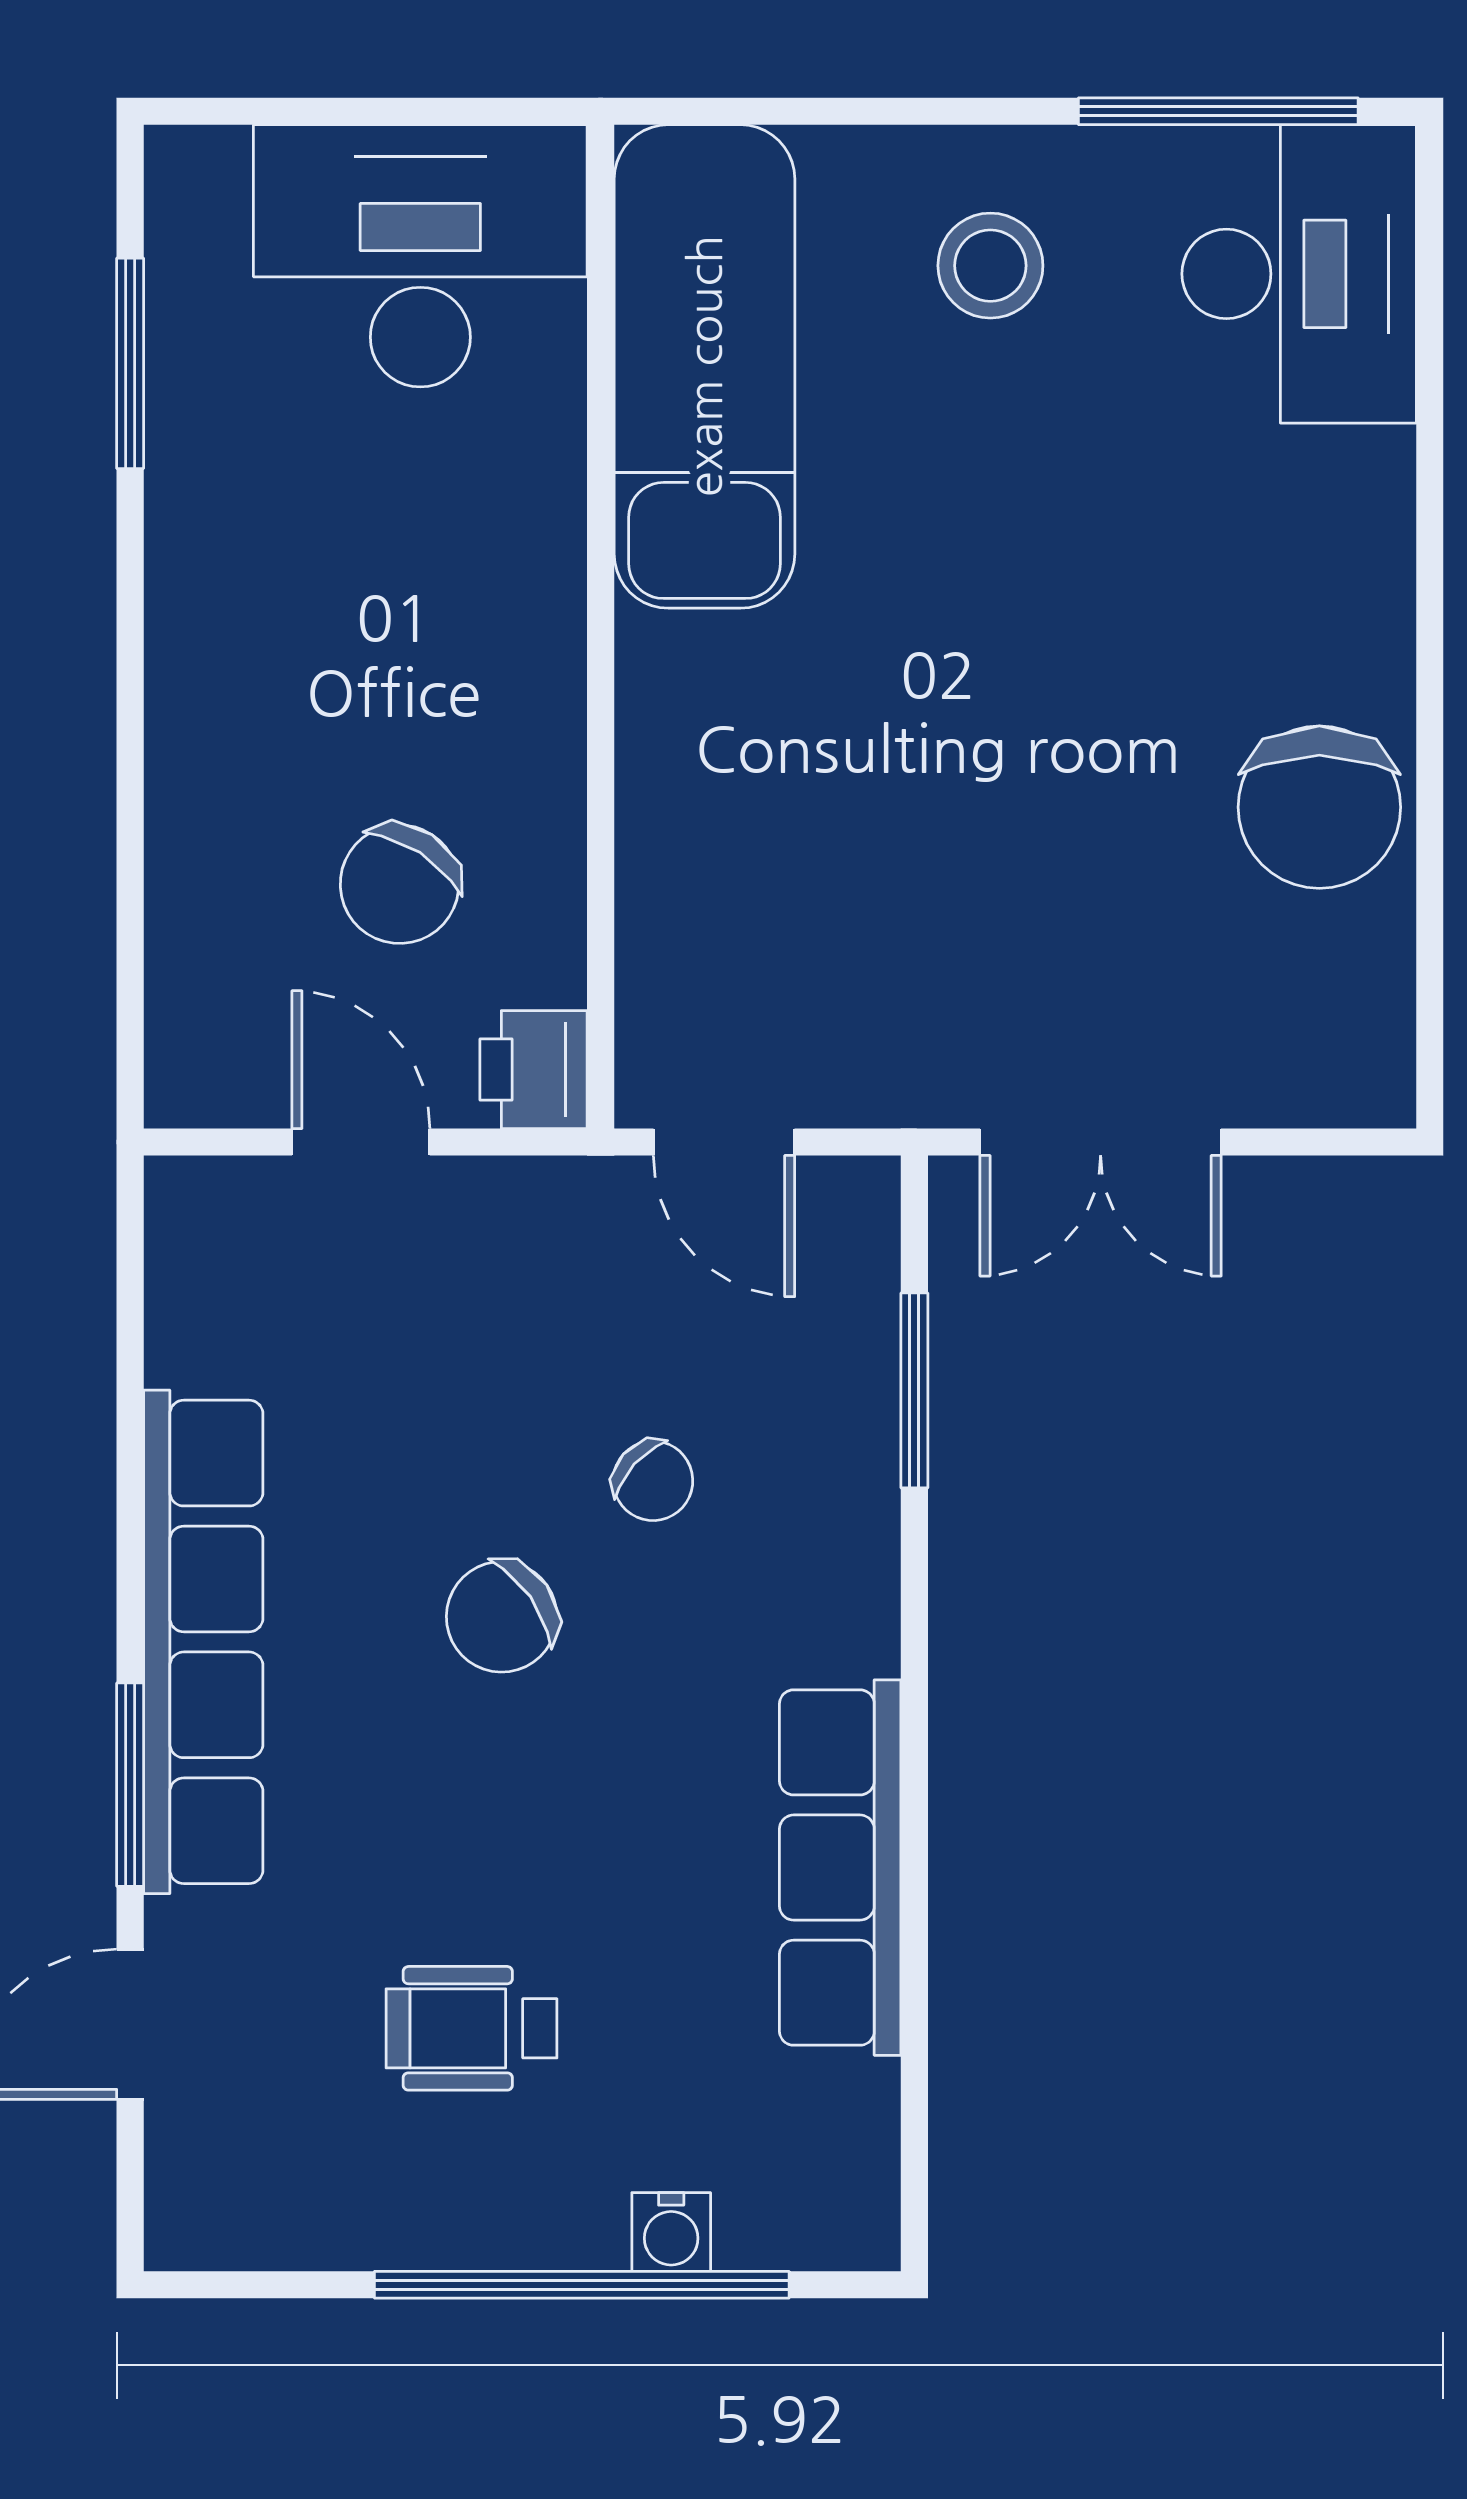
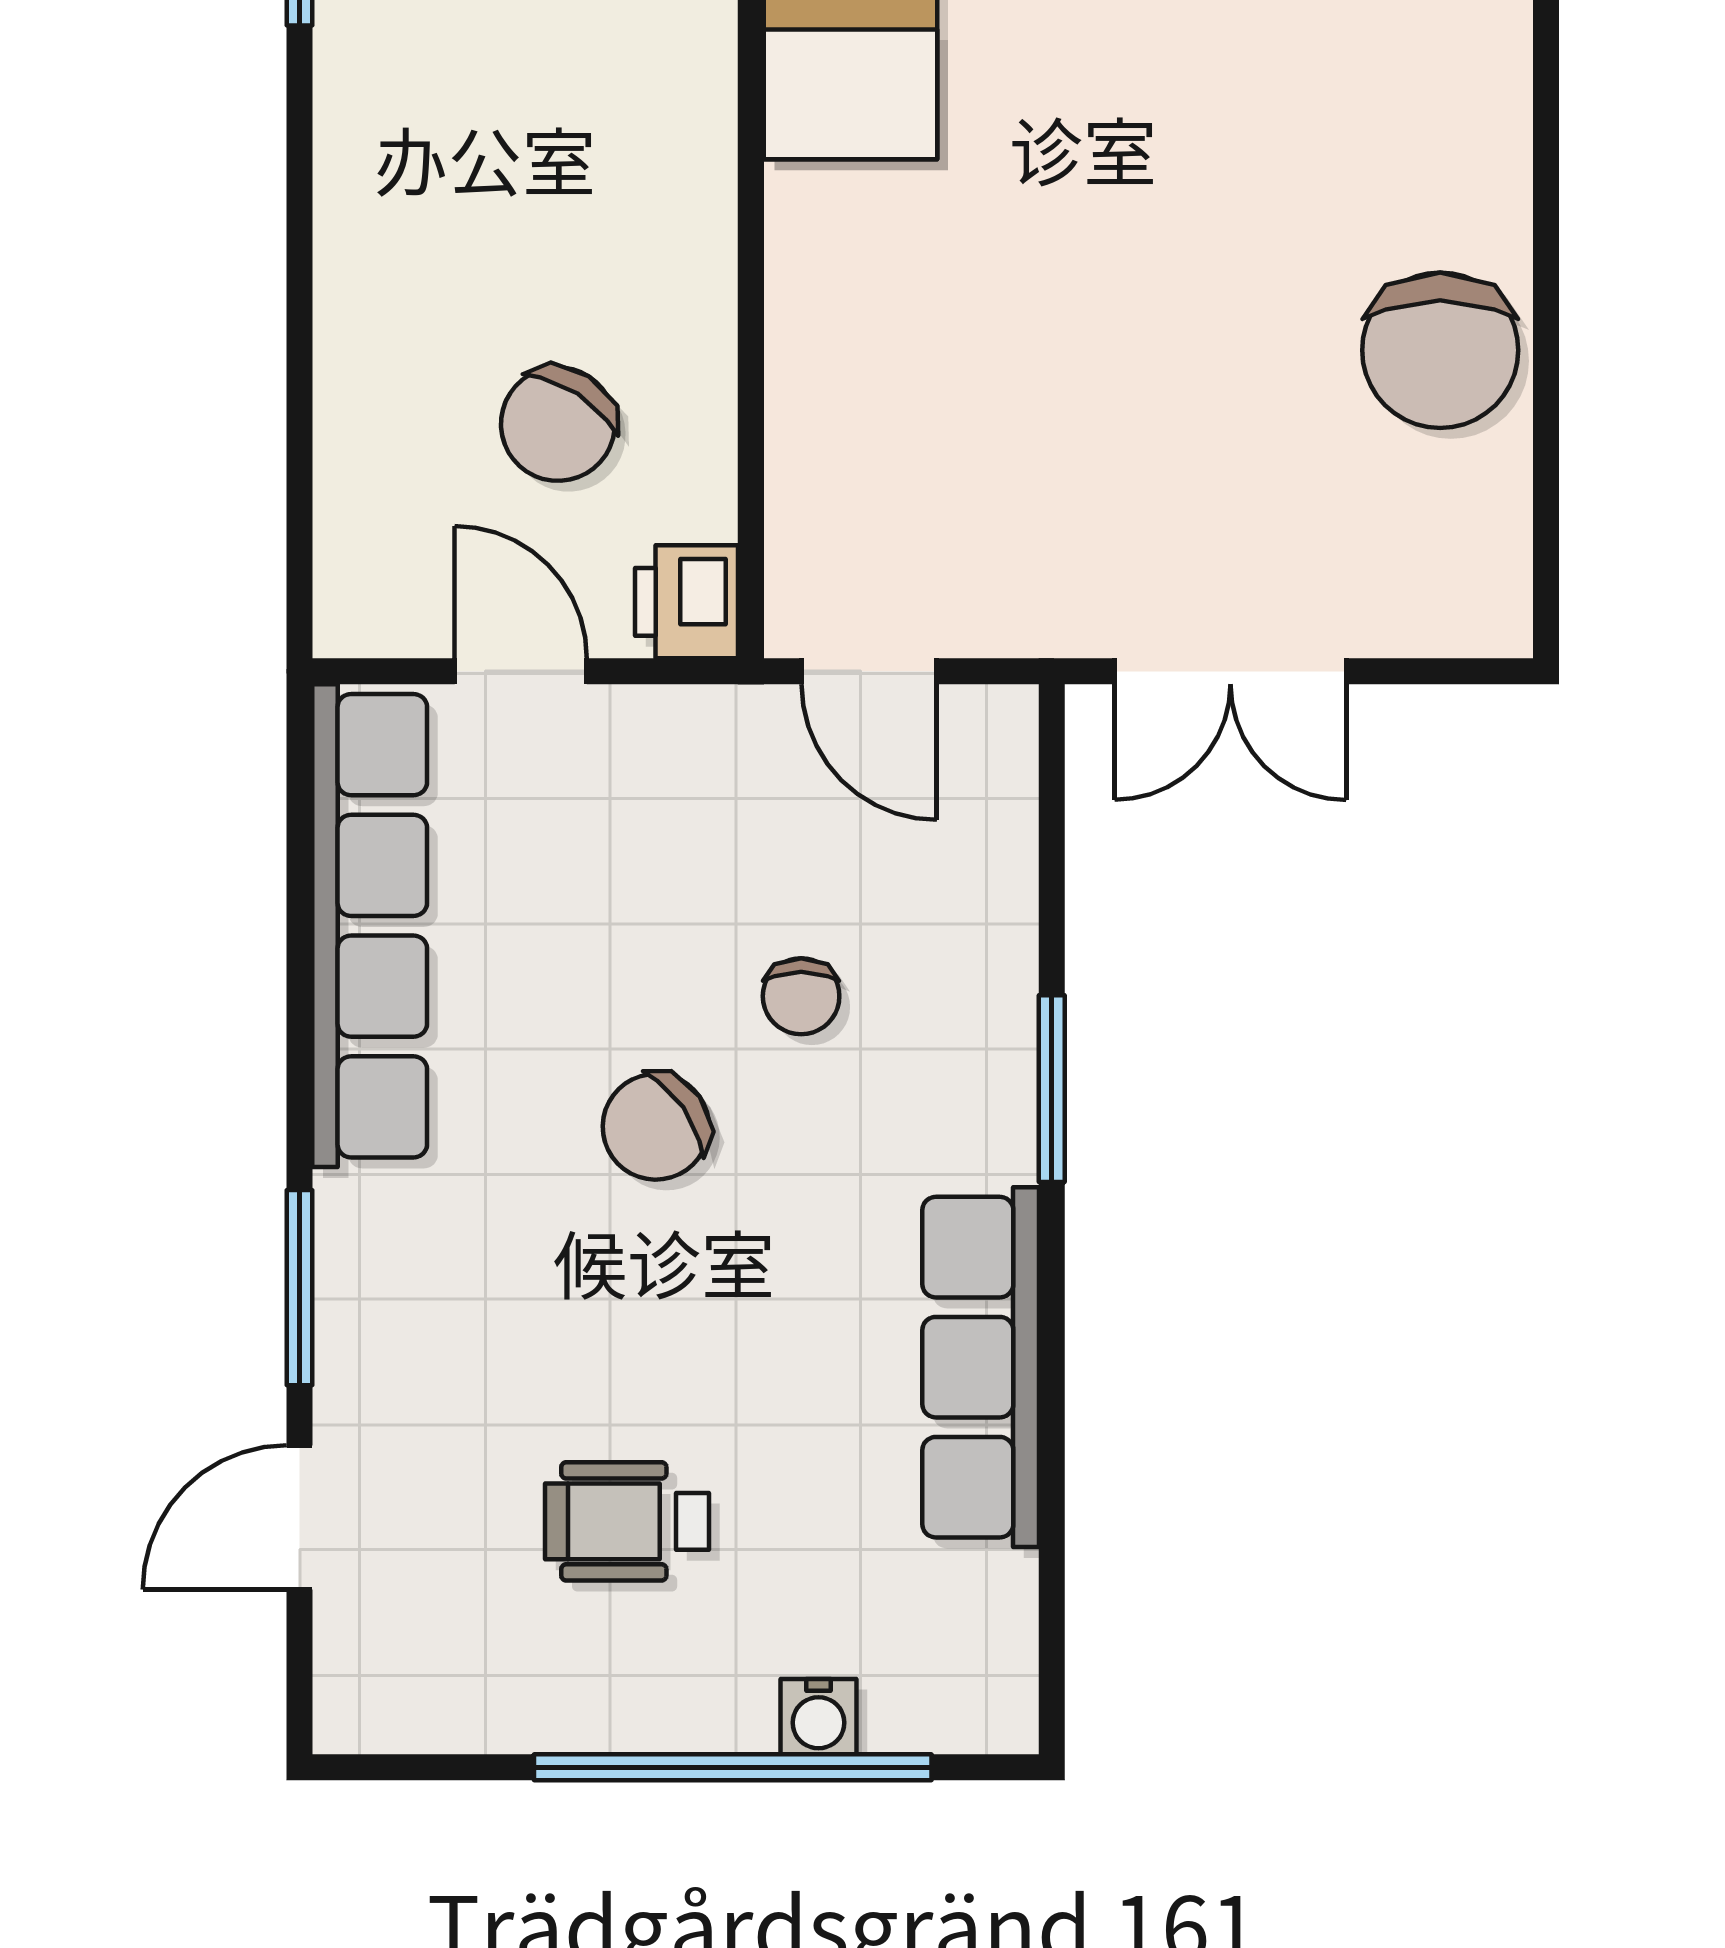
window: (914, 1390) -> (1052, 1089), moved
chair: (653, 1481) -> (801, 996), turned 48
row of seats: (203, 1642) -> (370, 926), moved

